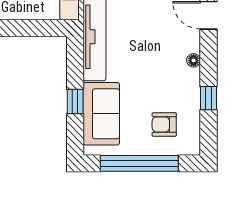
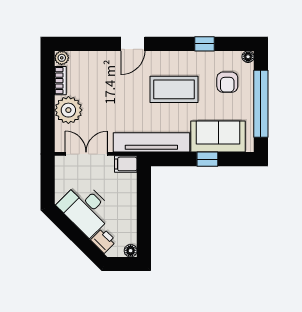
floor lamp: (194, 60) -> (248, 57), moved
coffee table: (156, 63) -> (174, 89), added

